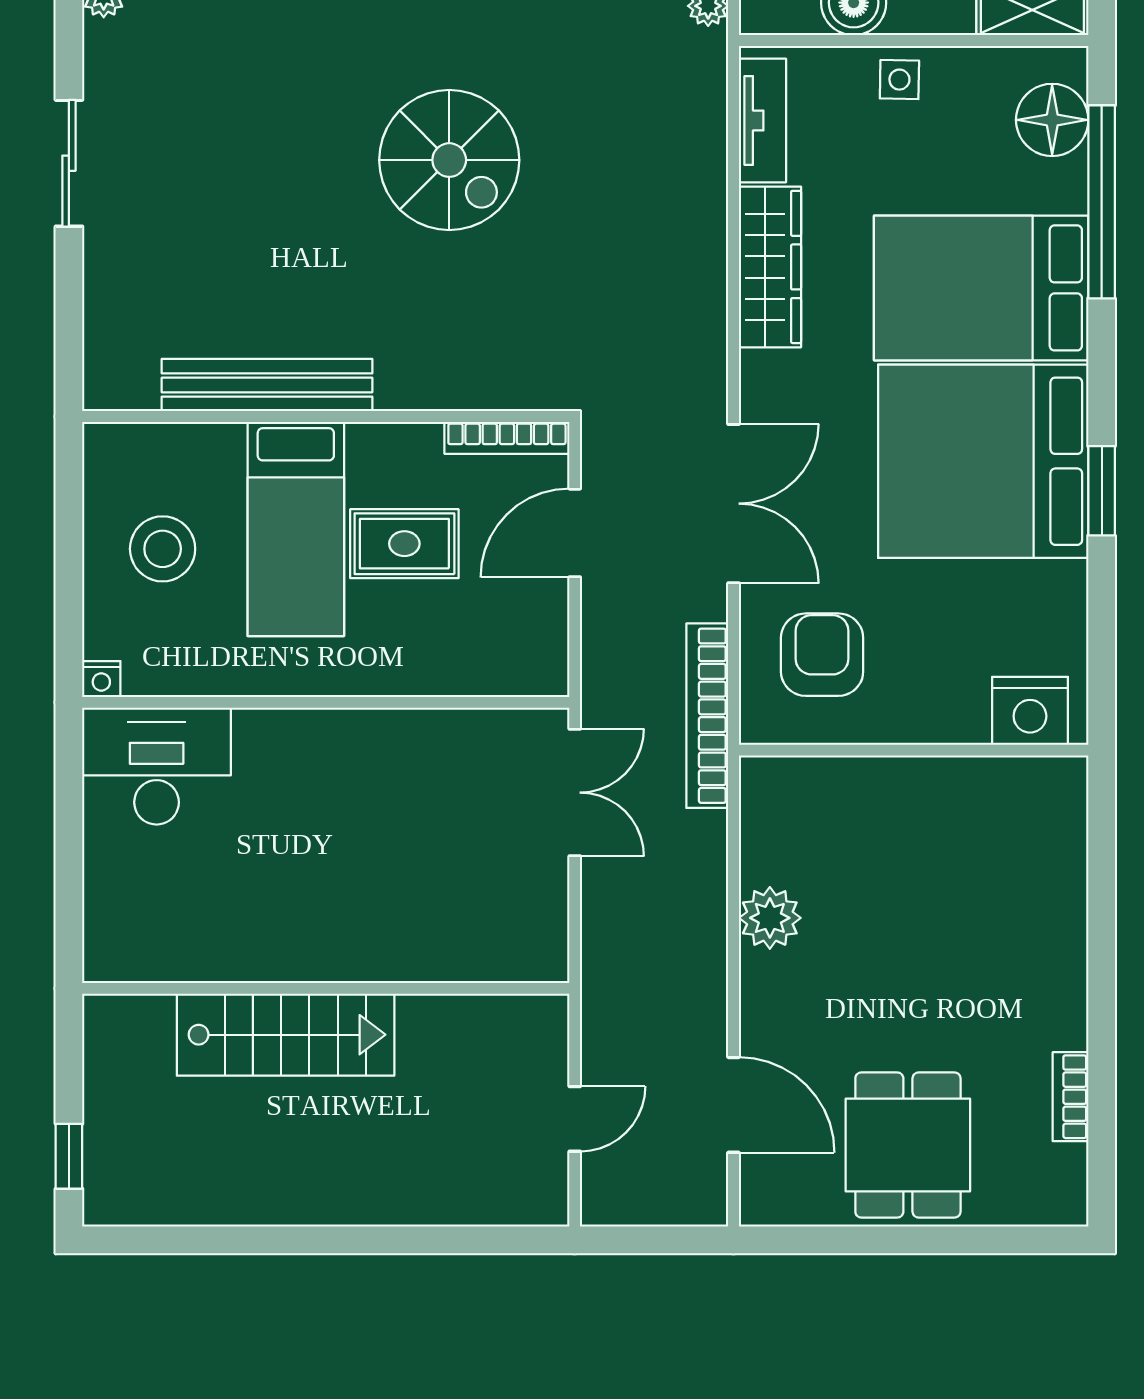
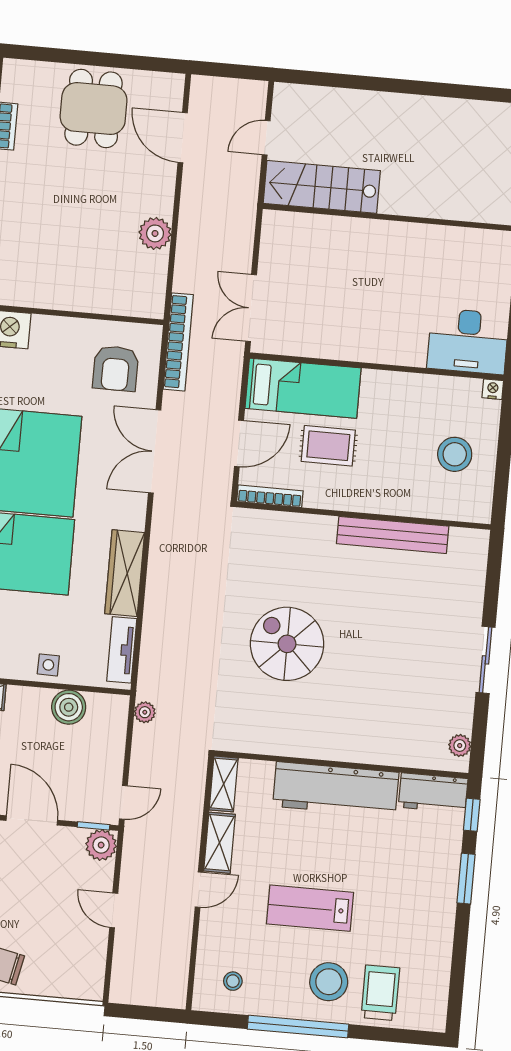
bed: (296, 529) -> (303, 388), moved, turned 90
stairs: (286, 1035) -> (322, 187), moved

